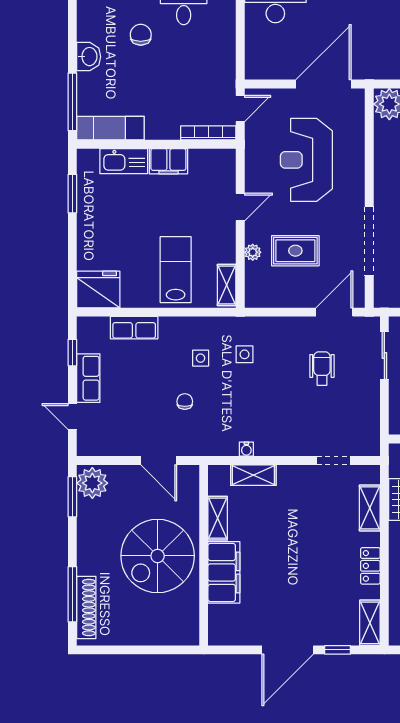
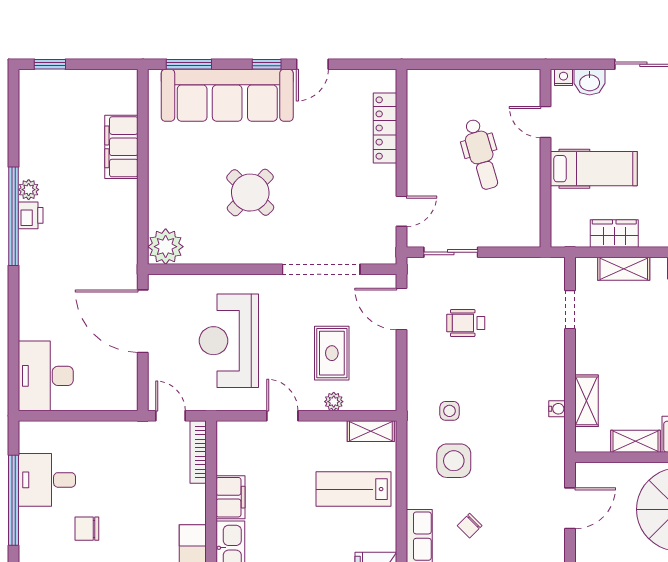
reception desk: (306, 160) -> (229, 341), turned 90
side table: (201, 358) -> (454, 461), width x1.87, depth x1.87
chair: (185, 401) -> (470, 526), moved, turned -45

